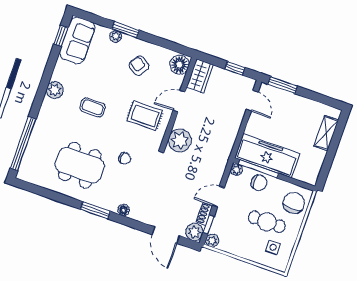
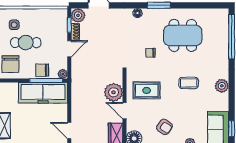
door: (179, 101) -> (125, 111), swing flipped
plant: (180, 140) -> (114, 92), moved
plant: (212, 241) -> (62, 14), removed

